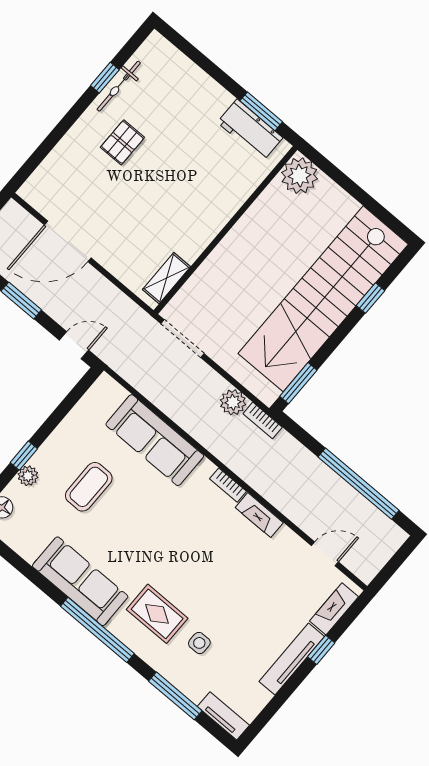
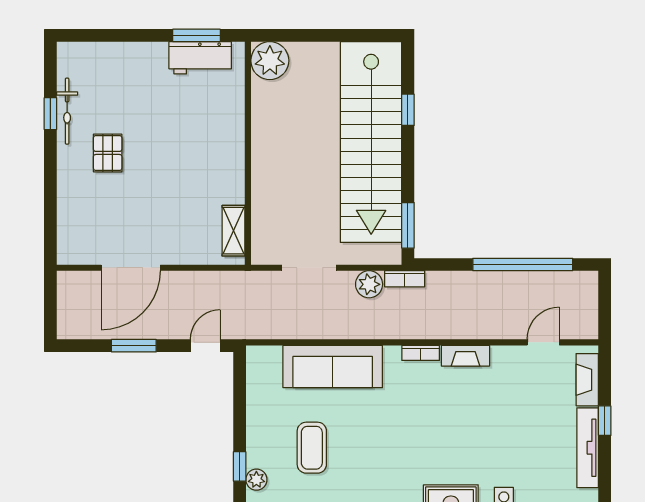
doorway: (183, 339) -> (309, 268), moved

